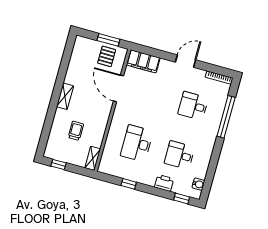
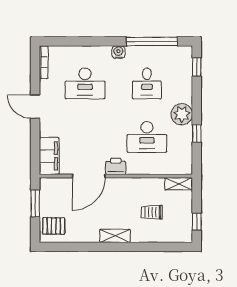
pallet: (107, 56) -> (54, 226), moved
desk: (193, 106) -> (85, 83), width x1.37
window: (226, 117) -> (152, 41), moved
plant: (147, 176) -> (182, 114), added
printer: (164, 183) -> (116, 166), moved, turned 90
water cooler: (198, 184) -> (118, 52), moved

